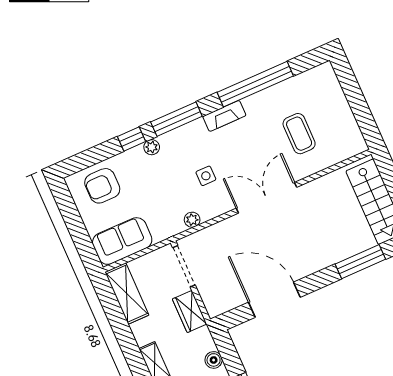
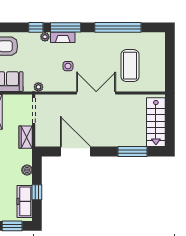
fireplace: (224, 116) -> (63, 37), moved
coffee table: (299, 134) -> (130, 66), width x1.36, depth x1.32
plant: (192, 220) -> (38, 87), moved

